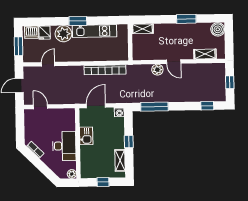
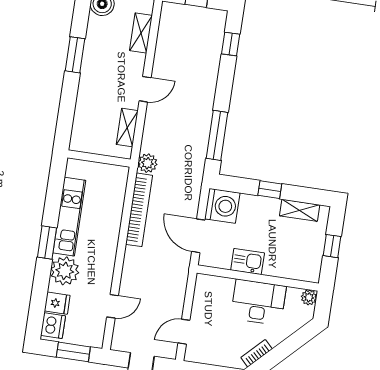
shelving: (143, 29) -> (127, 128), moved
door: (48, 64) -> (113, 306), swing flipped
plant: (157, 70) -> (148, 163), moved
washing machine: (119, 112) -> (222, 206), width x1.89, depth x1.89

